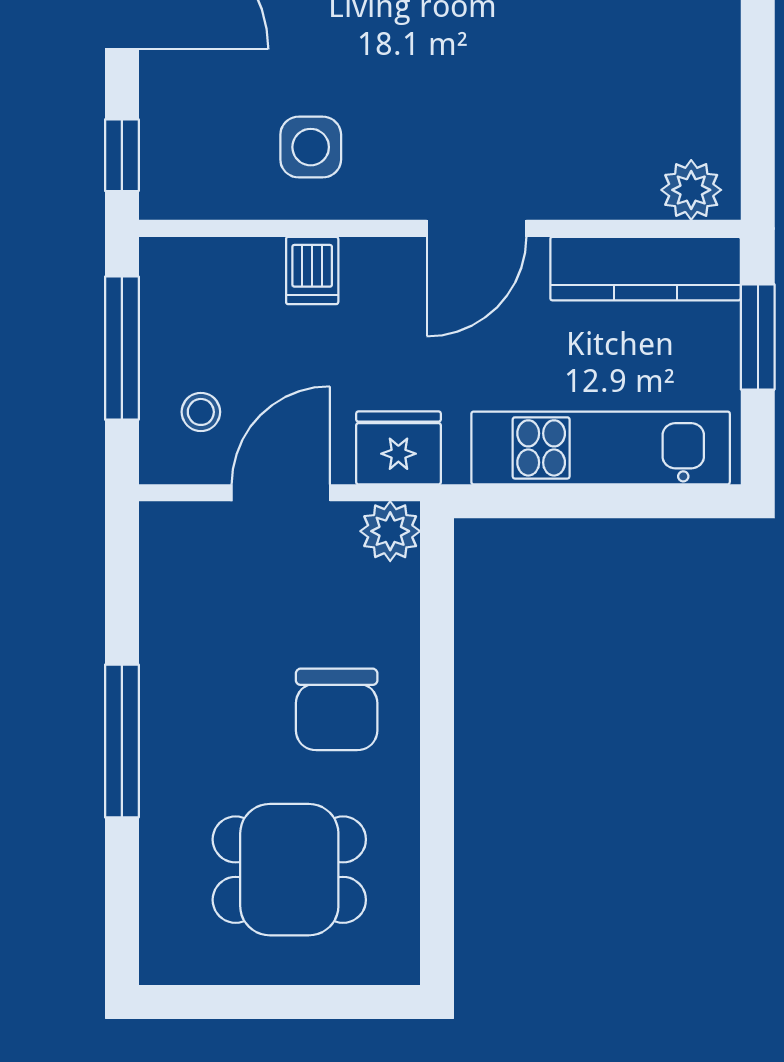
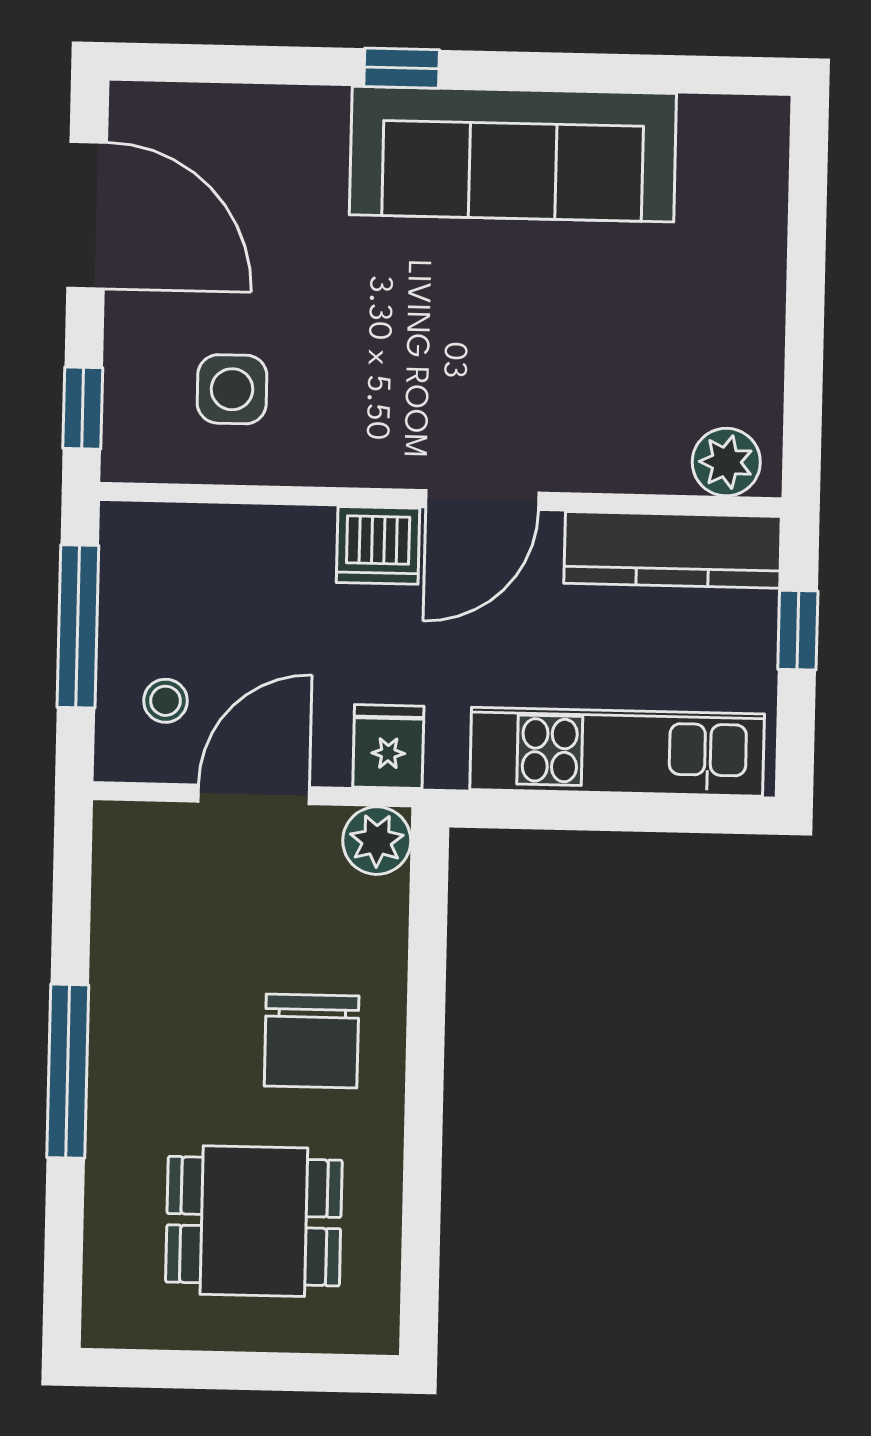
side table: (311, 147) -> (232, 389), moved
dishwasher: (312, 271) -> (378, 545), moved, width x1.38
window: (758, 337) -> (798, 630), width x0.67
fridge: (398, 448) -> (388, 747), width x0.72

